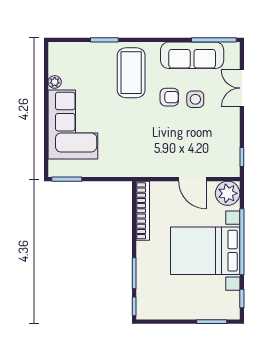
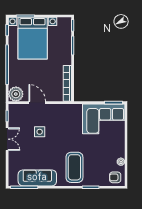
double door: (242, 88) -> (7, 139), moved
armchair: (169, 97) -> (115, 177), moved
side table: (195, 99) -> (40, 132), moved
corner sofa: (73, 124) -> (104, 119), moved, turned -90
bed with nightstands: (205, 251) -> (33, 38), moved, turned 90

